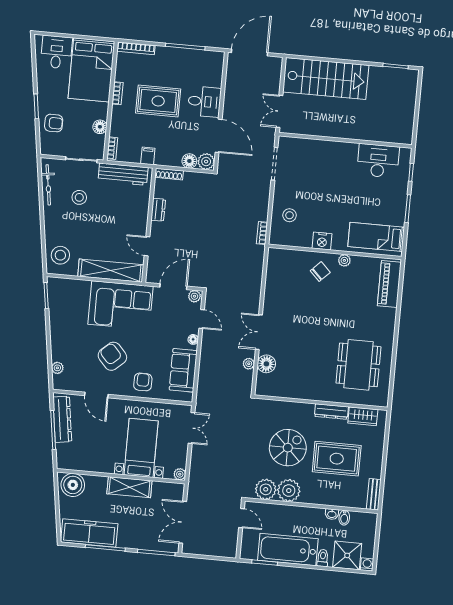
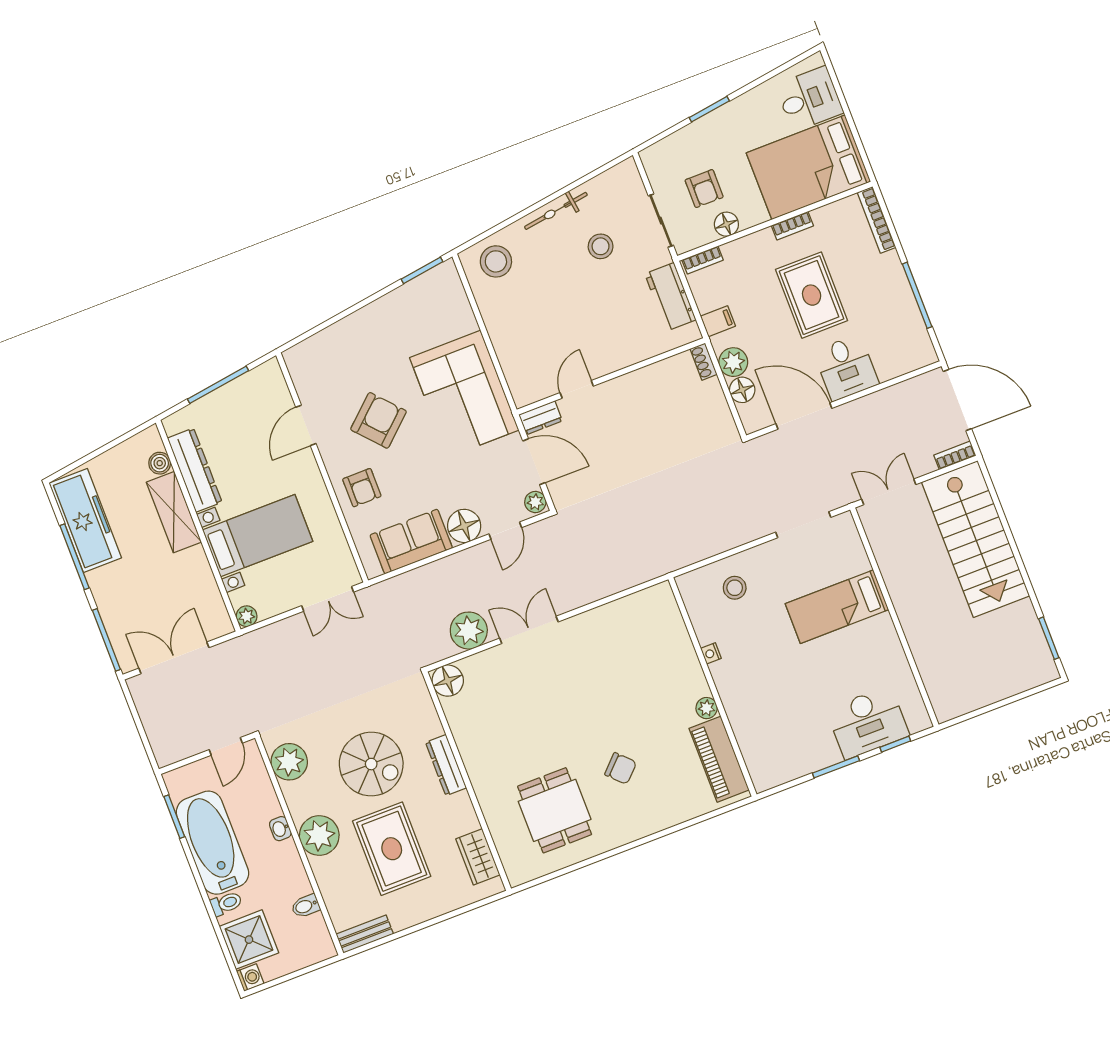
armchair: (54, 123) -> (704, 189), moved
door: (219, 136) -> (804, 416), swing flipped
desk: (378, 161) -> (868, 722), moved, turned 90
plant: (206, 162) -> (733, 362), moved
workbench: (123, 174) -> (670, 297), width x0.73
shoe rack: (169, 174) -> (703, 362), width x0.70
bicycle: (48, 185) -> (556, 211), moved
dresser: (158, 210) -> (541, 418), moved
bookcase: (262, 233) -> (955, 455), moved
bed: (376, 237) -> (837, 607), moved, turned -90
nightstand: (322, 241) -> (711, 653), width x0.53, depth x0.56
shelving: (111, 271) -> (511, 352), removed
chair: (320, 272) -> (621, 768), moved
piano: (389, 284) -> (719, 759), moved, turned -90
floor lamp: (193, 339) -> (464, 526), width x1.89, depth x1.89
plant: (249, 364) -> (469, 631), width x1.88, depth x1.88
floor lamp: (266, 364) -> (448, 681), moved
dining table: (358, 365) -> (555, 810), width x0.73
plant: (57, 368) -> (318, 344), removed
armchair: (143, 382) -> (362, 488), turned 90
dresser: (331, 412) -> (446, 765), moved
dresser: (62, 419) -> (195, 470), moved, turned -82
boiler: (73, 485) -> (160, 463), width x0.54, depth x0.54
shelving: (129, 487) -> (174, 512), moved
plant: (289, 491) -> (319, 835), moved
washbasin: (332, 514) -> (280, 829), moved

